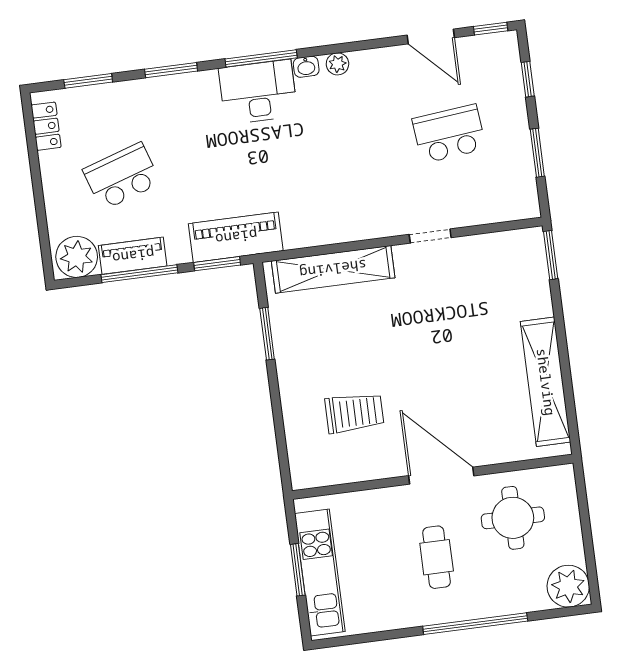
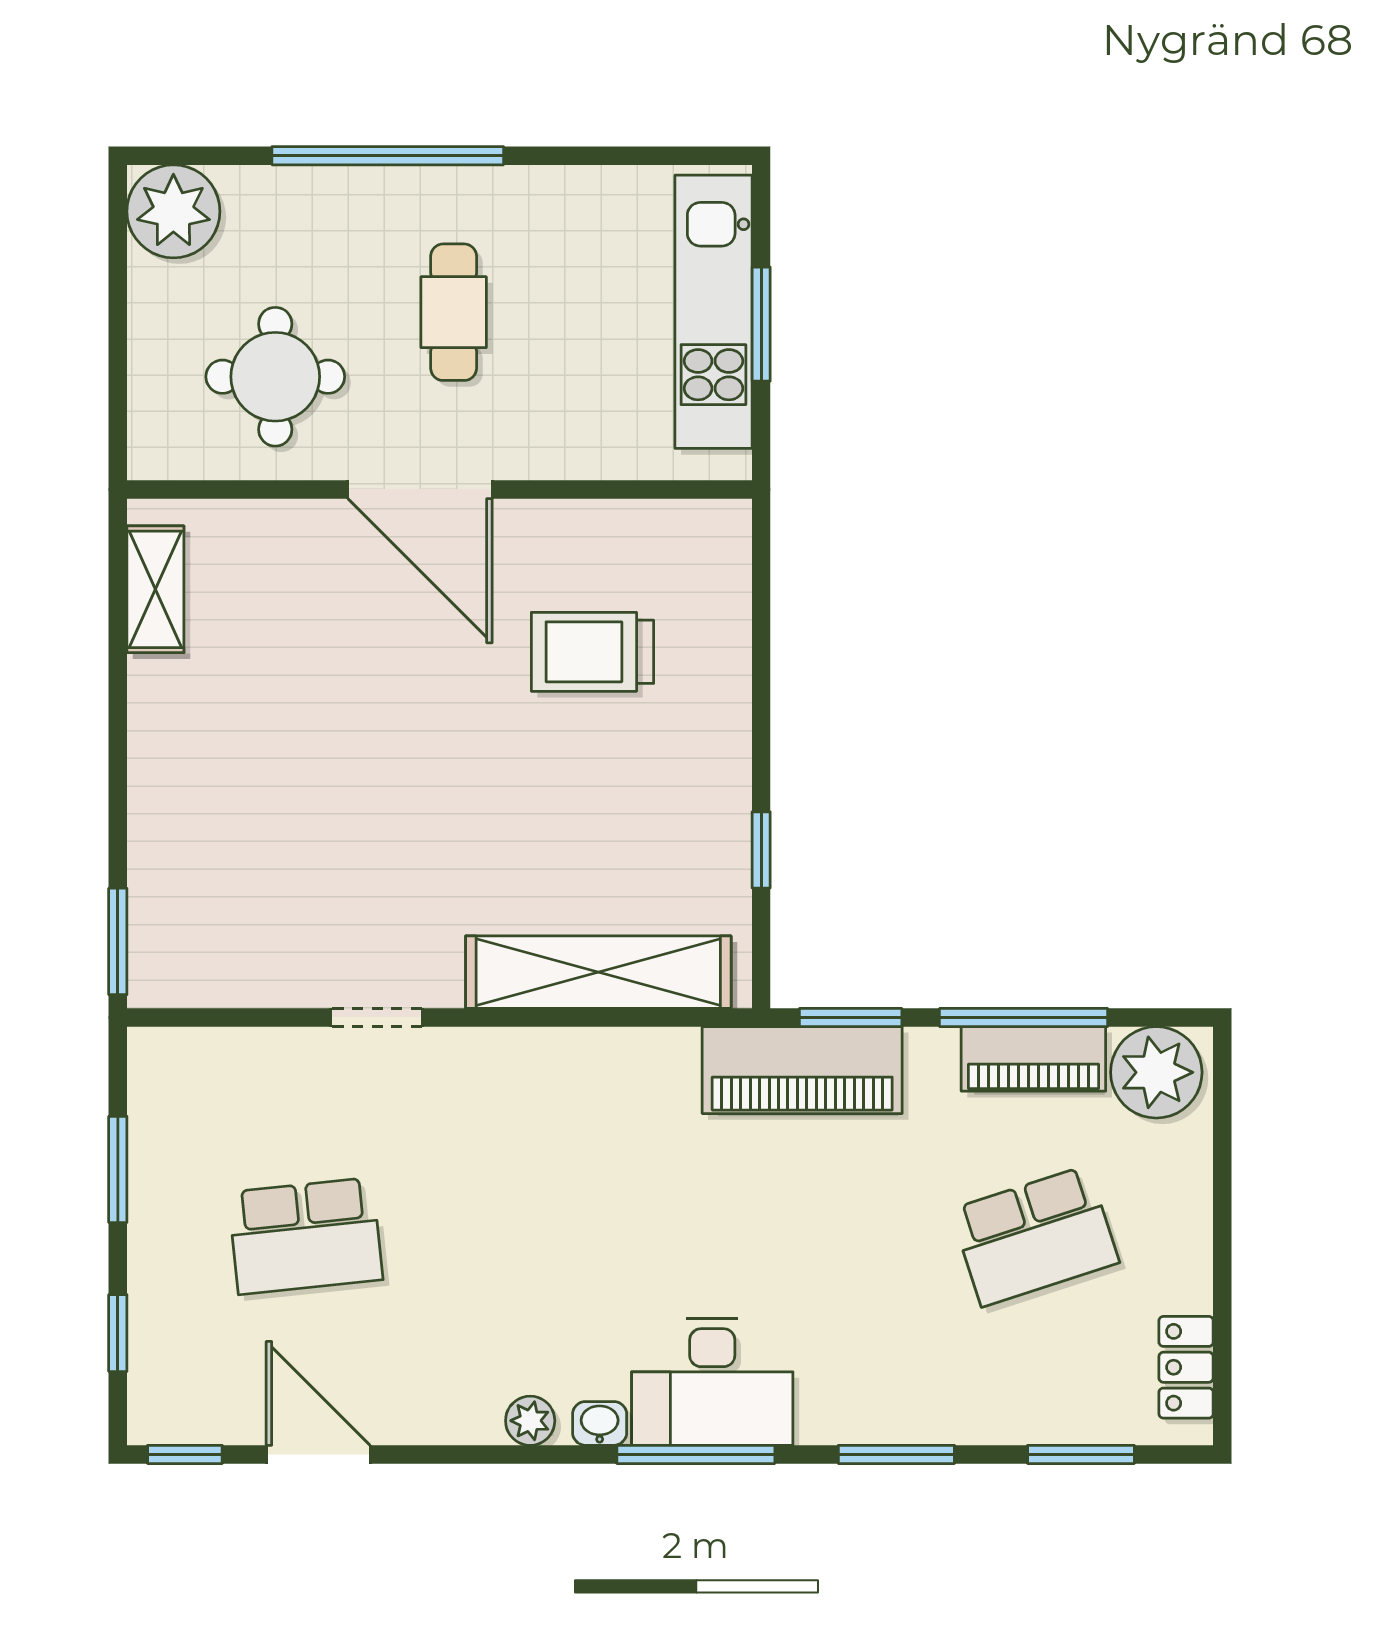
window: (267, 334) -> (761, 850), width x0.67
shelving: (546, 382) -> (155, 589), width x0.45, depth x0.75

